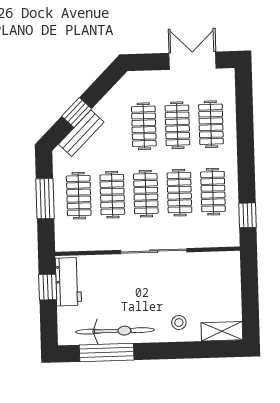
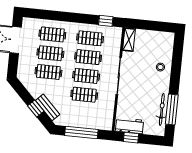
clothes rail: (79, 196) -> (82, 113), removed
window: (45, 199) -> (81, 132), width x1.44
bicycle: (115, 331) -> (162, 109), width x0.73, depth x0.71
shelving: (222, 331) -> (129, 40), moved

